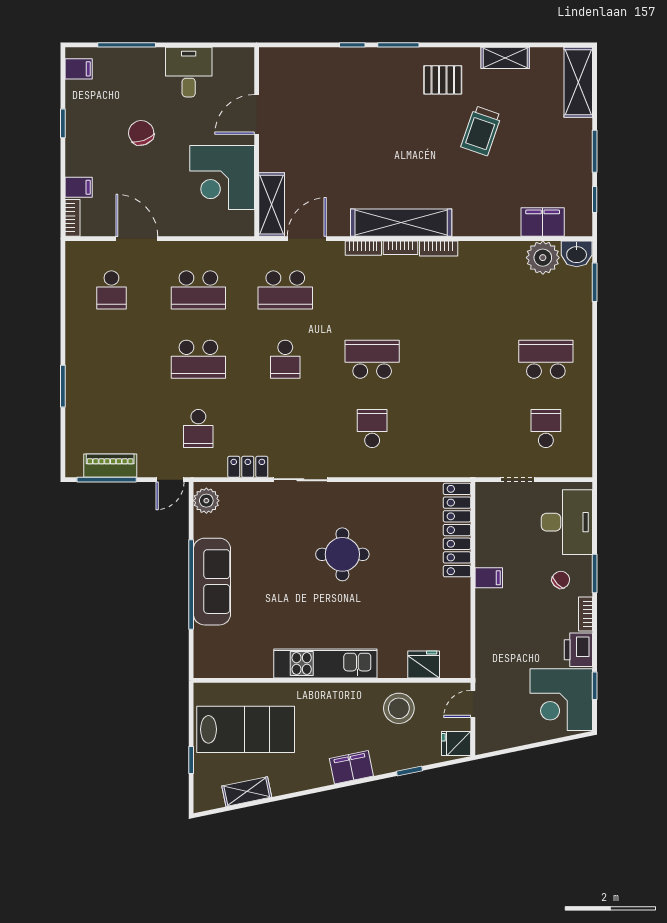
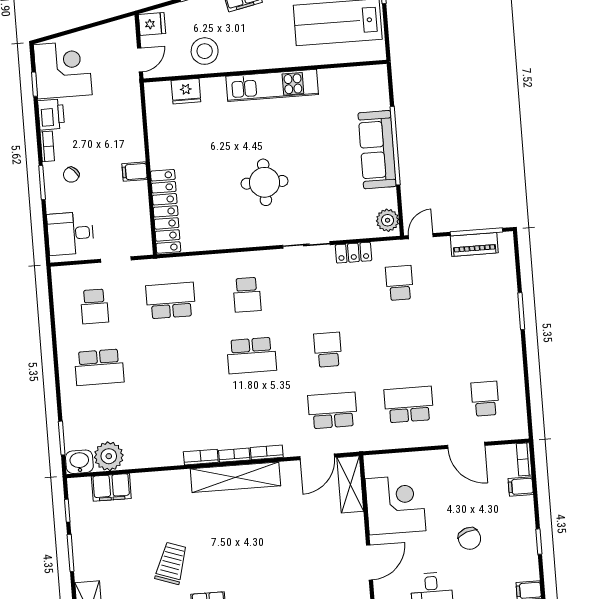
school desk: (198, 359) -> (171, 301), moved
desk: (567, 522) -> (70, 233), width x0.73

